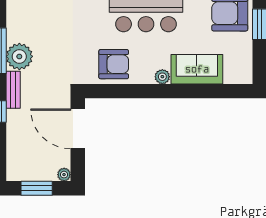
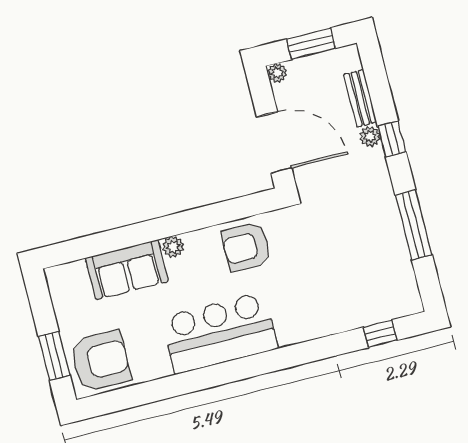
plant: (19, 56) -> (370, 136), moved, width x0.53, depth x0.53
bench: (13, 90) -> (360, 98), moved

